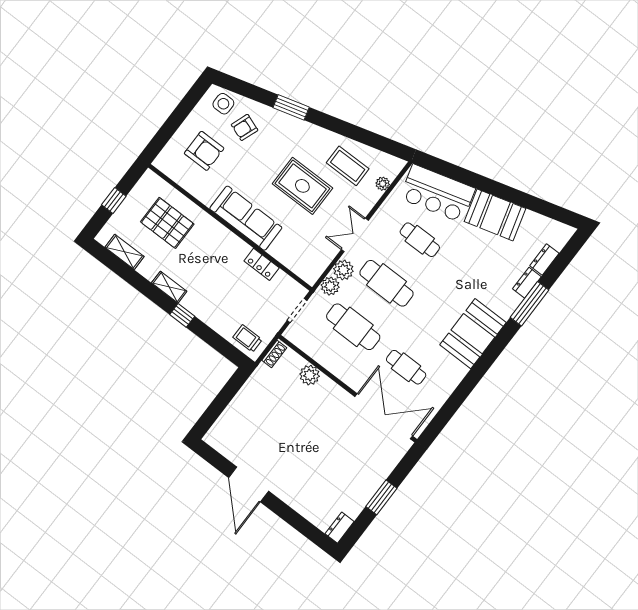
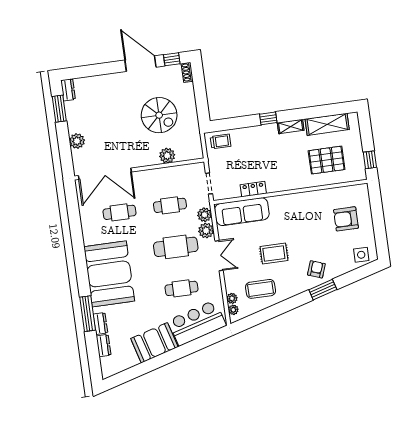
armchair: (245, 127) -> (316, 269), moved
plant: (392, 172) -> (233, 310), added
rug: (302, 186) -> (274, 254), width x0.73, depth x0.70
window: (114, 200) -> (370, 160), moved
sofa: (246, 218) -> (242, 212), moved
shelving: (124, 252) -> (327, 124), width x1.50, depth x1.33
cafe table: (353, 327) -> (170, 205), width x0.73, depth x0.74
booth: (473, 334) -> (109, 274), width x1.36, depth x1.42
shoe rack: (274, 354) -> (187, 72), moved
spiral stairs: (279, 420) -> (159, 115), added
window: (216, 459) -> (172, 59), added
plant: (379, 472) -> (77, 141), added
window: (381, 497) -> (59, 109), moved

